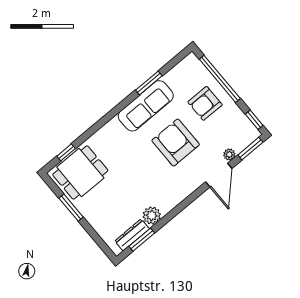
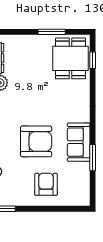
window: (220, 79) -> (54, 209), removed
sofa: (146, 106) -> (79, 142), width x0.73

